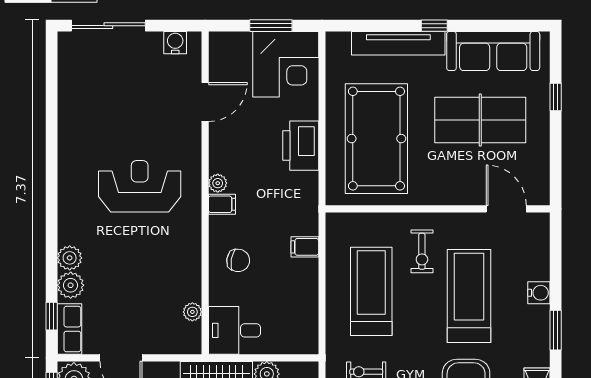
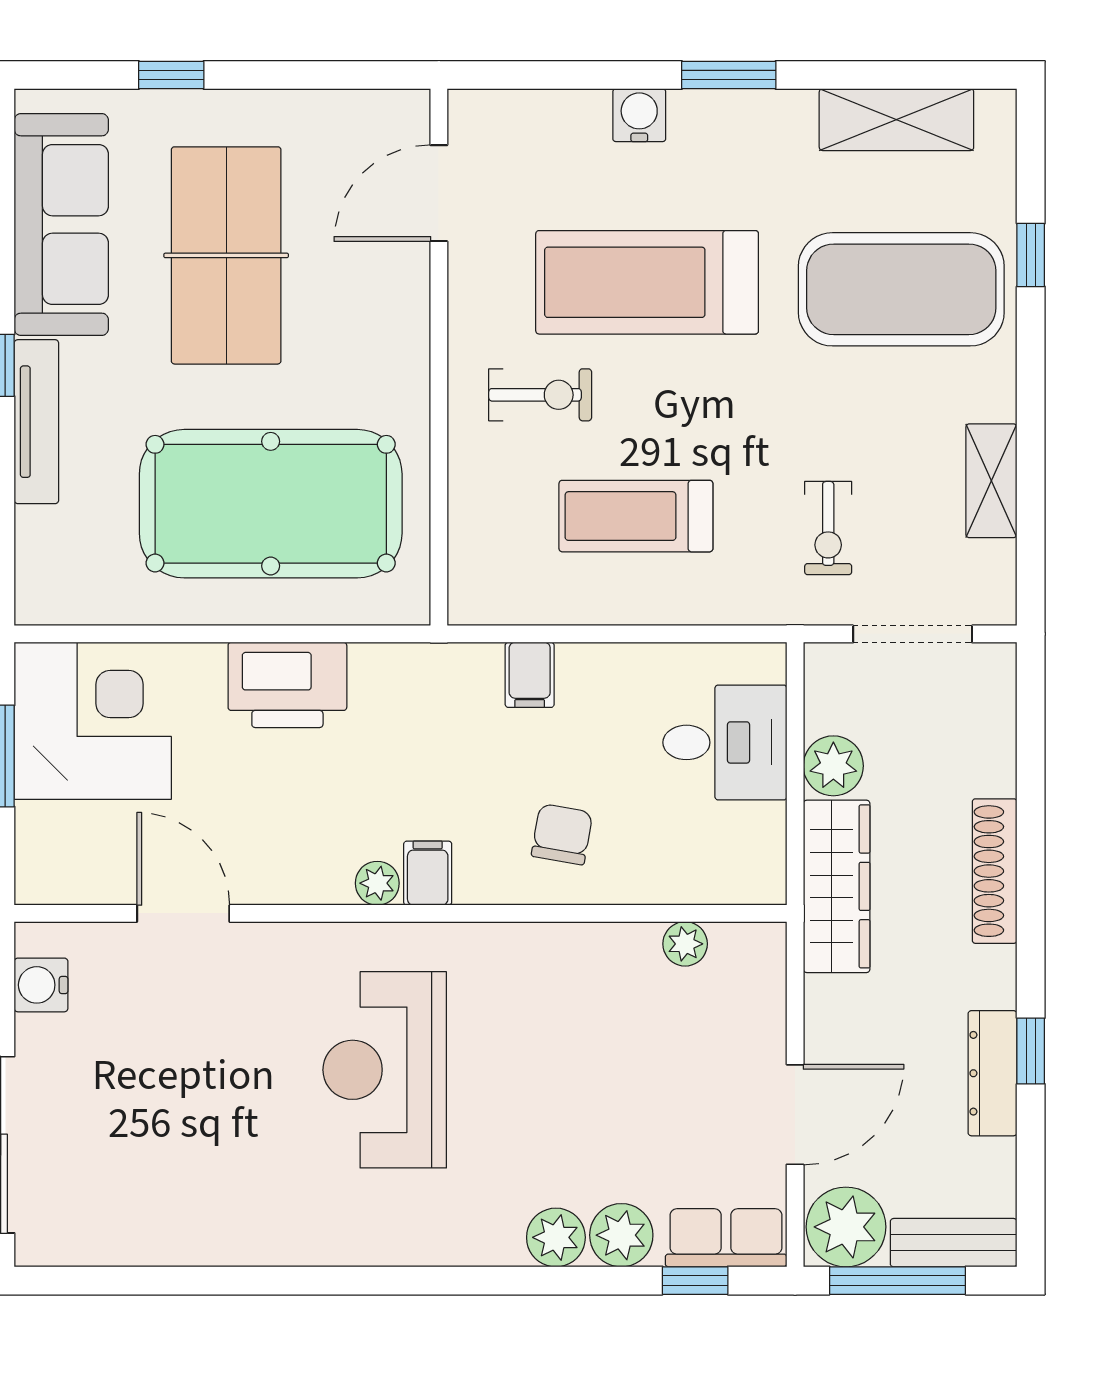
tv unit: (398, 43) -> (36, 422), width x0.73, depth x0.78
treadmill: (371, 291) -> (636, 516), width x0.73, depth x0.73
desk: (234, 330) -> (725, 742), moved, turned -90

